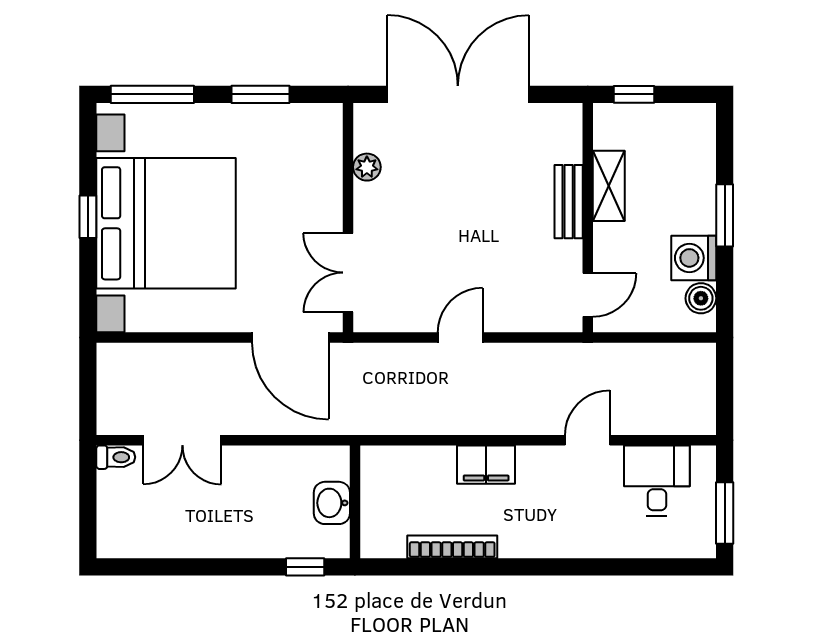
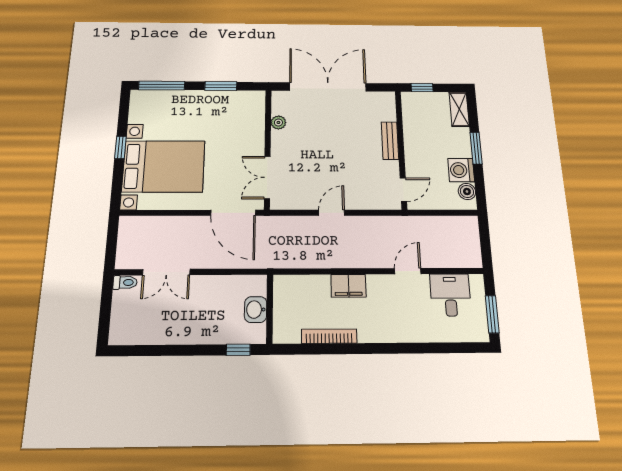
shelving: (609, 186) -> (459, 109), moved
bed with nightstands: (166, 223) -> (164, 166), width x0.73

